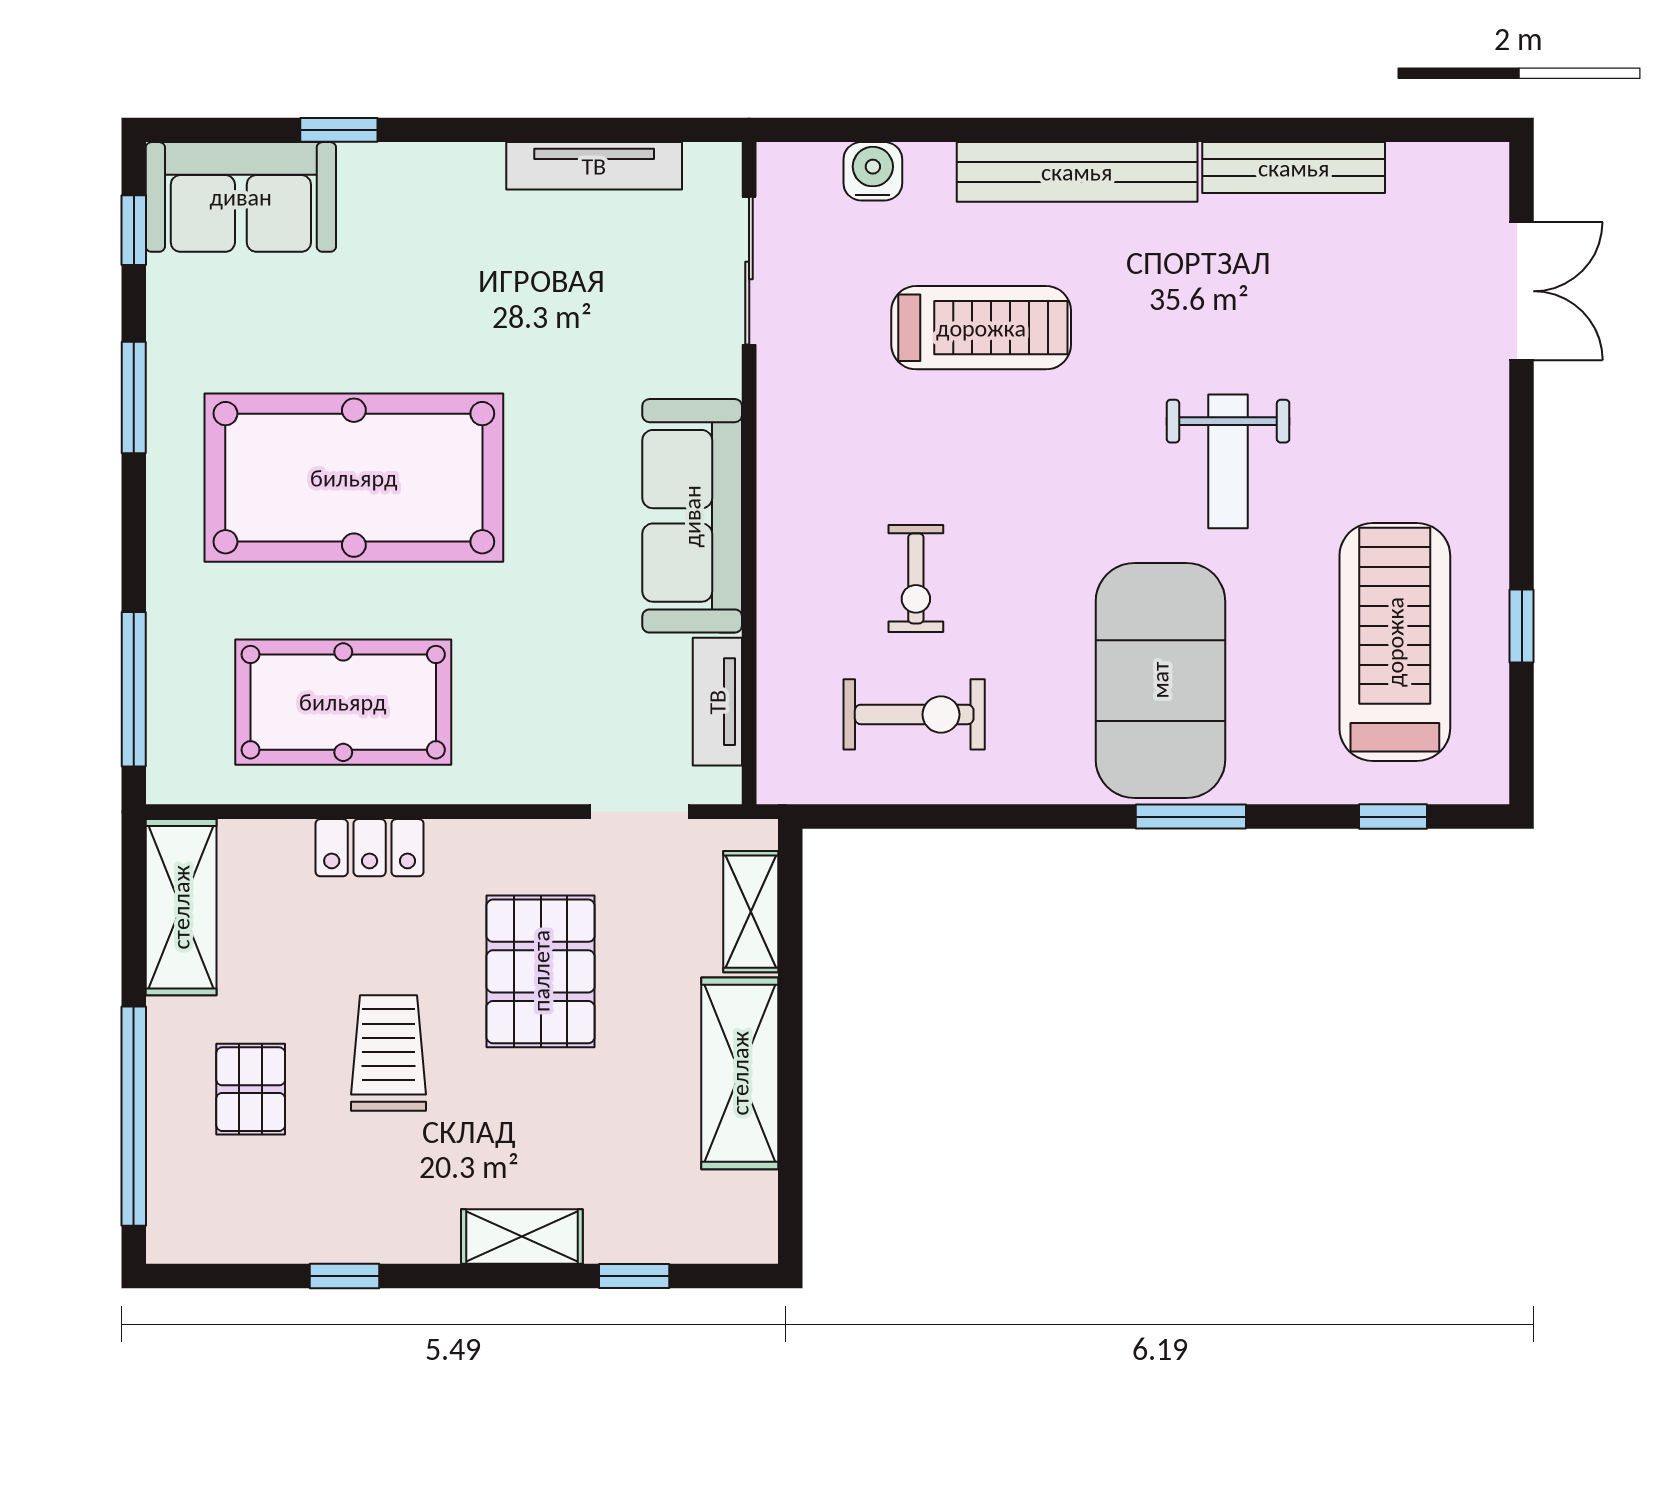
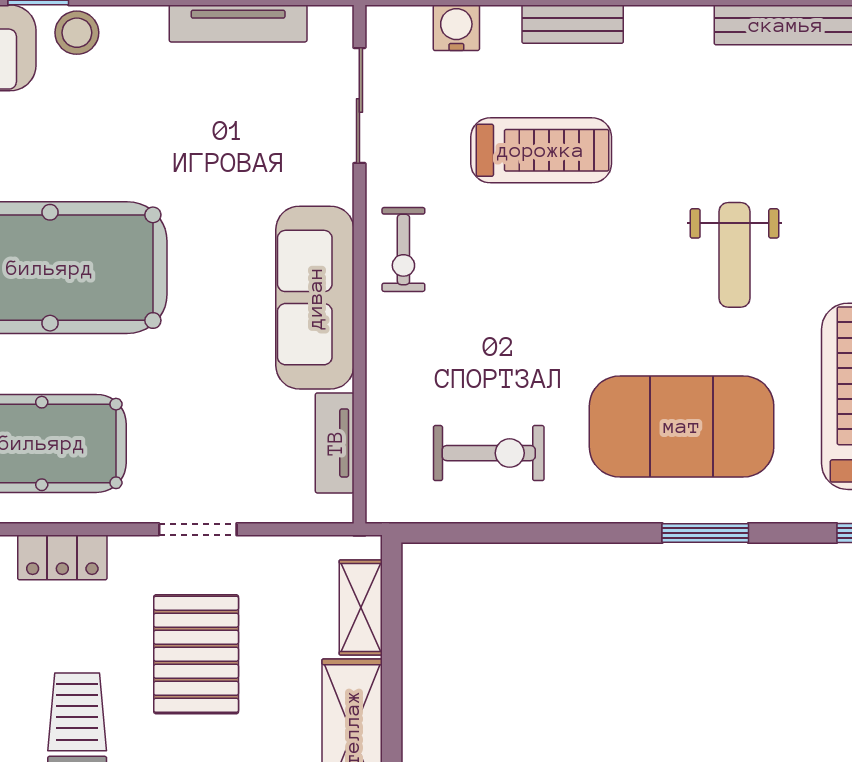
bench: (1077, 172) -> (573, 24), width x0.54, depth x0.82
stool: (388, 178) -> (77, 33), added
exercise bike: (916, 578) -> (403, 249), moved
exercise mat: (1160, 680) -> (682, 426), turned 90
doorway: (640, 812) -> (198, 529), moved

